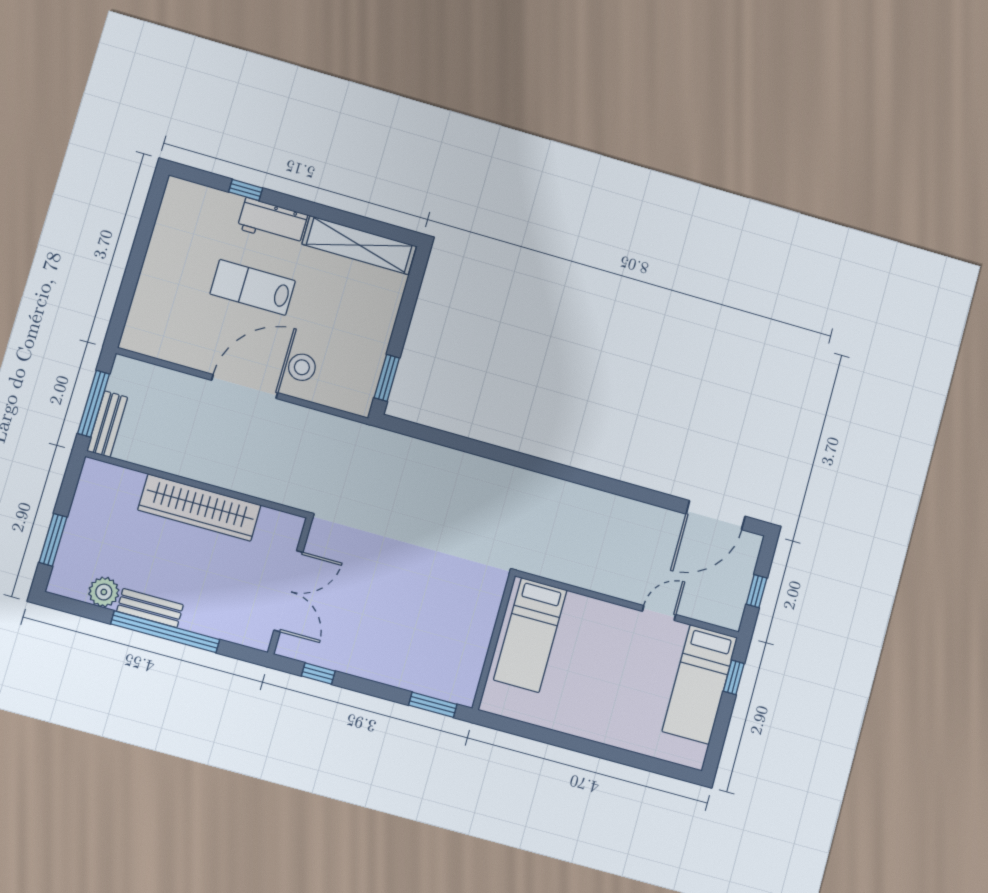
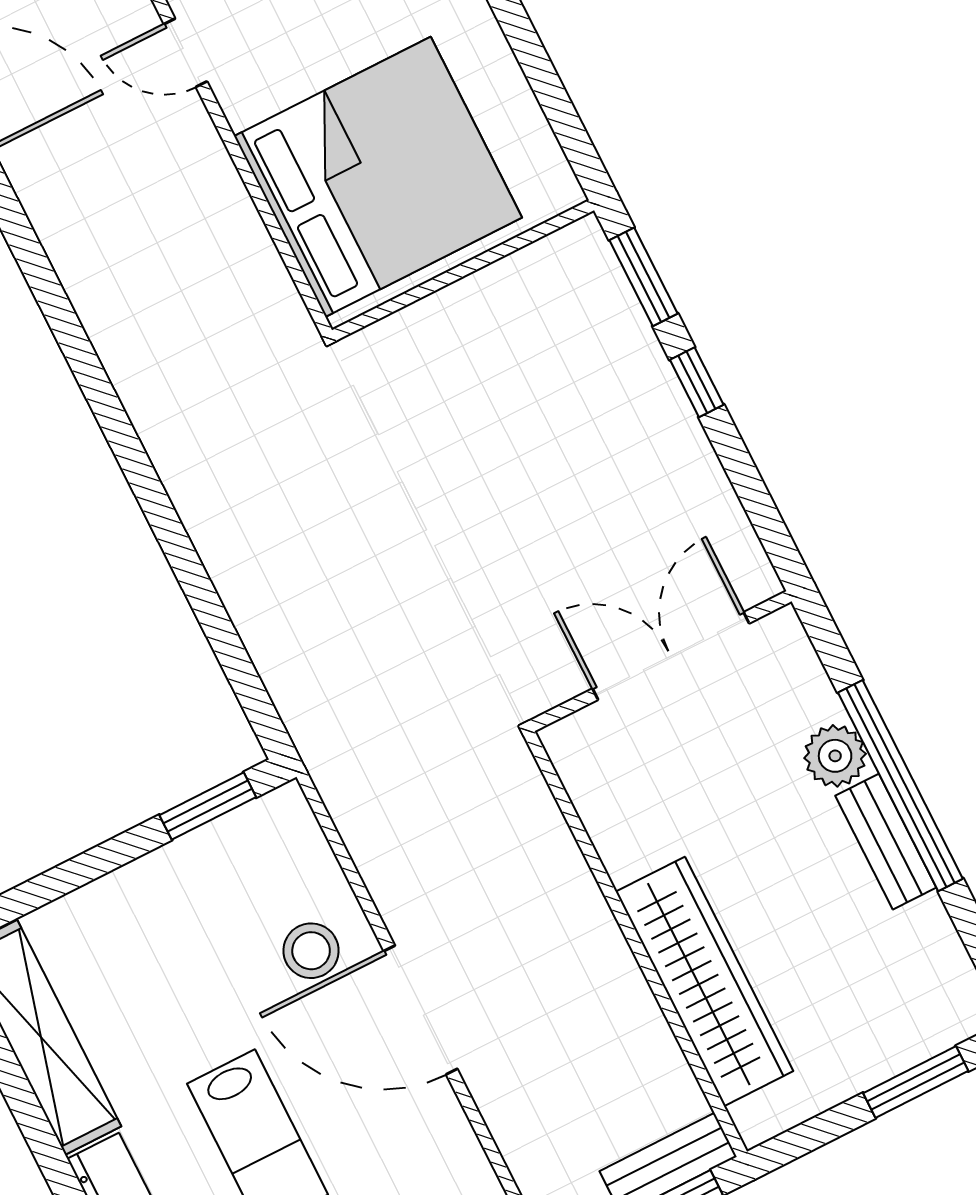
wardrobe: (199, 508) -> (704, 981), moved
plant: (104, 592) -> (835, 756), moved
bed: (530, 635) -> (378, 177), width x2.04
window: (318, 673) -> (697, 382), moved

